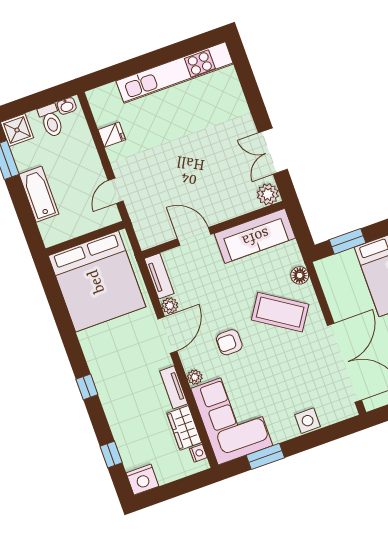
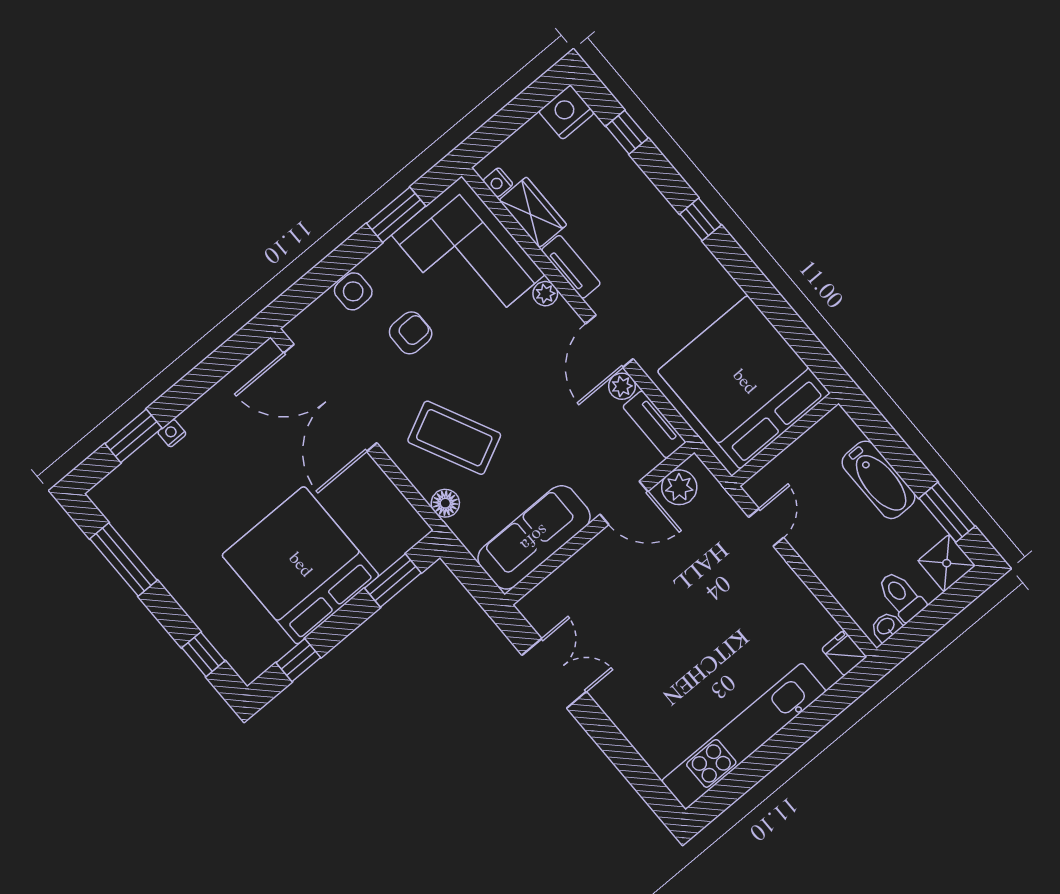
fridge: (112, 135) -> (844, 653), moved, turned 90
plant: (268, 194) -> (679, 487), moved
coffee table: (280, 312) -> (454, 438), turned 31
armchair: (229, 342) -> (411, 333), moved

